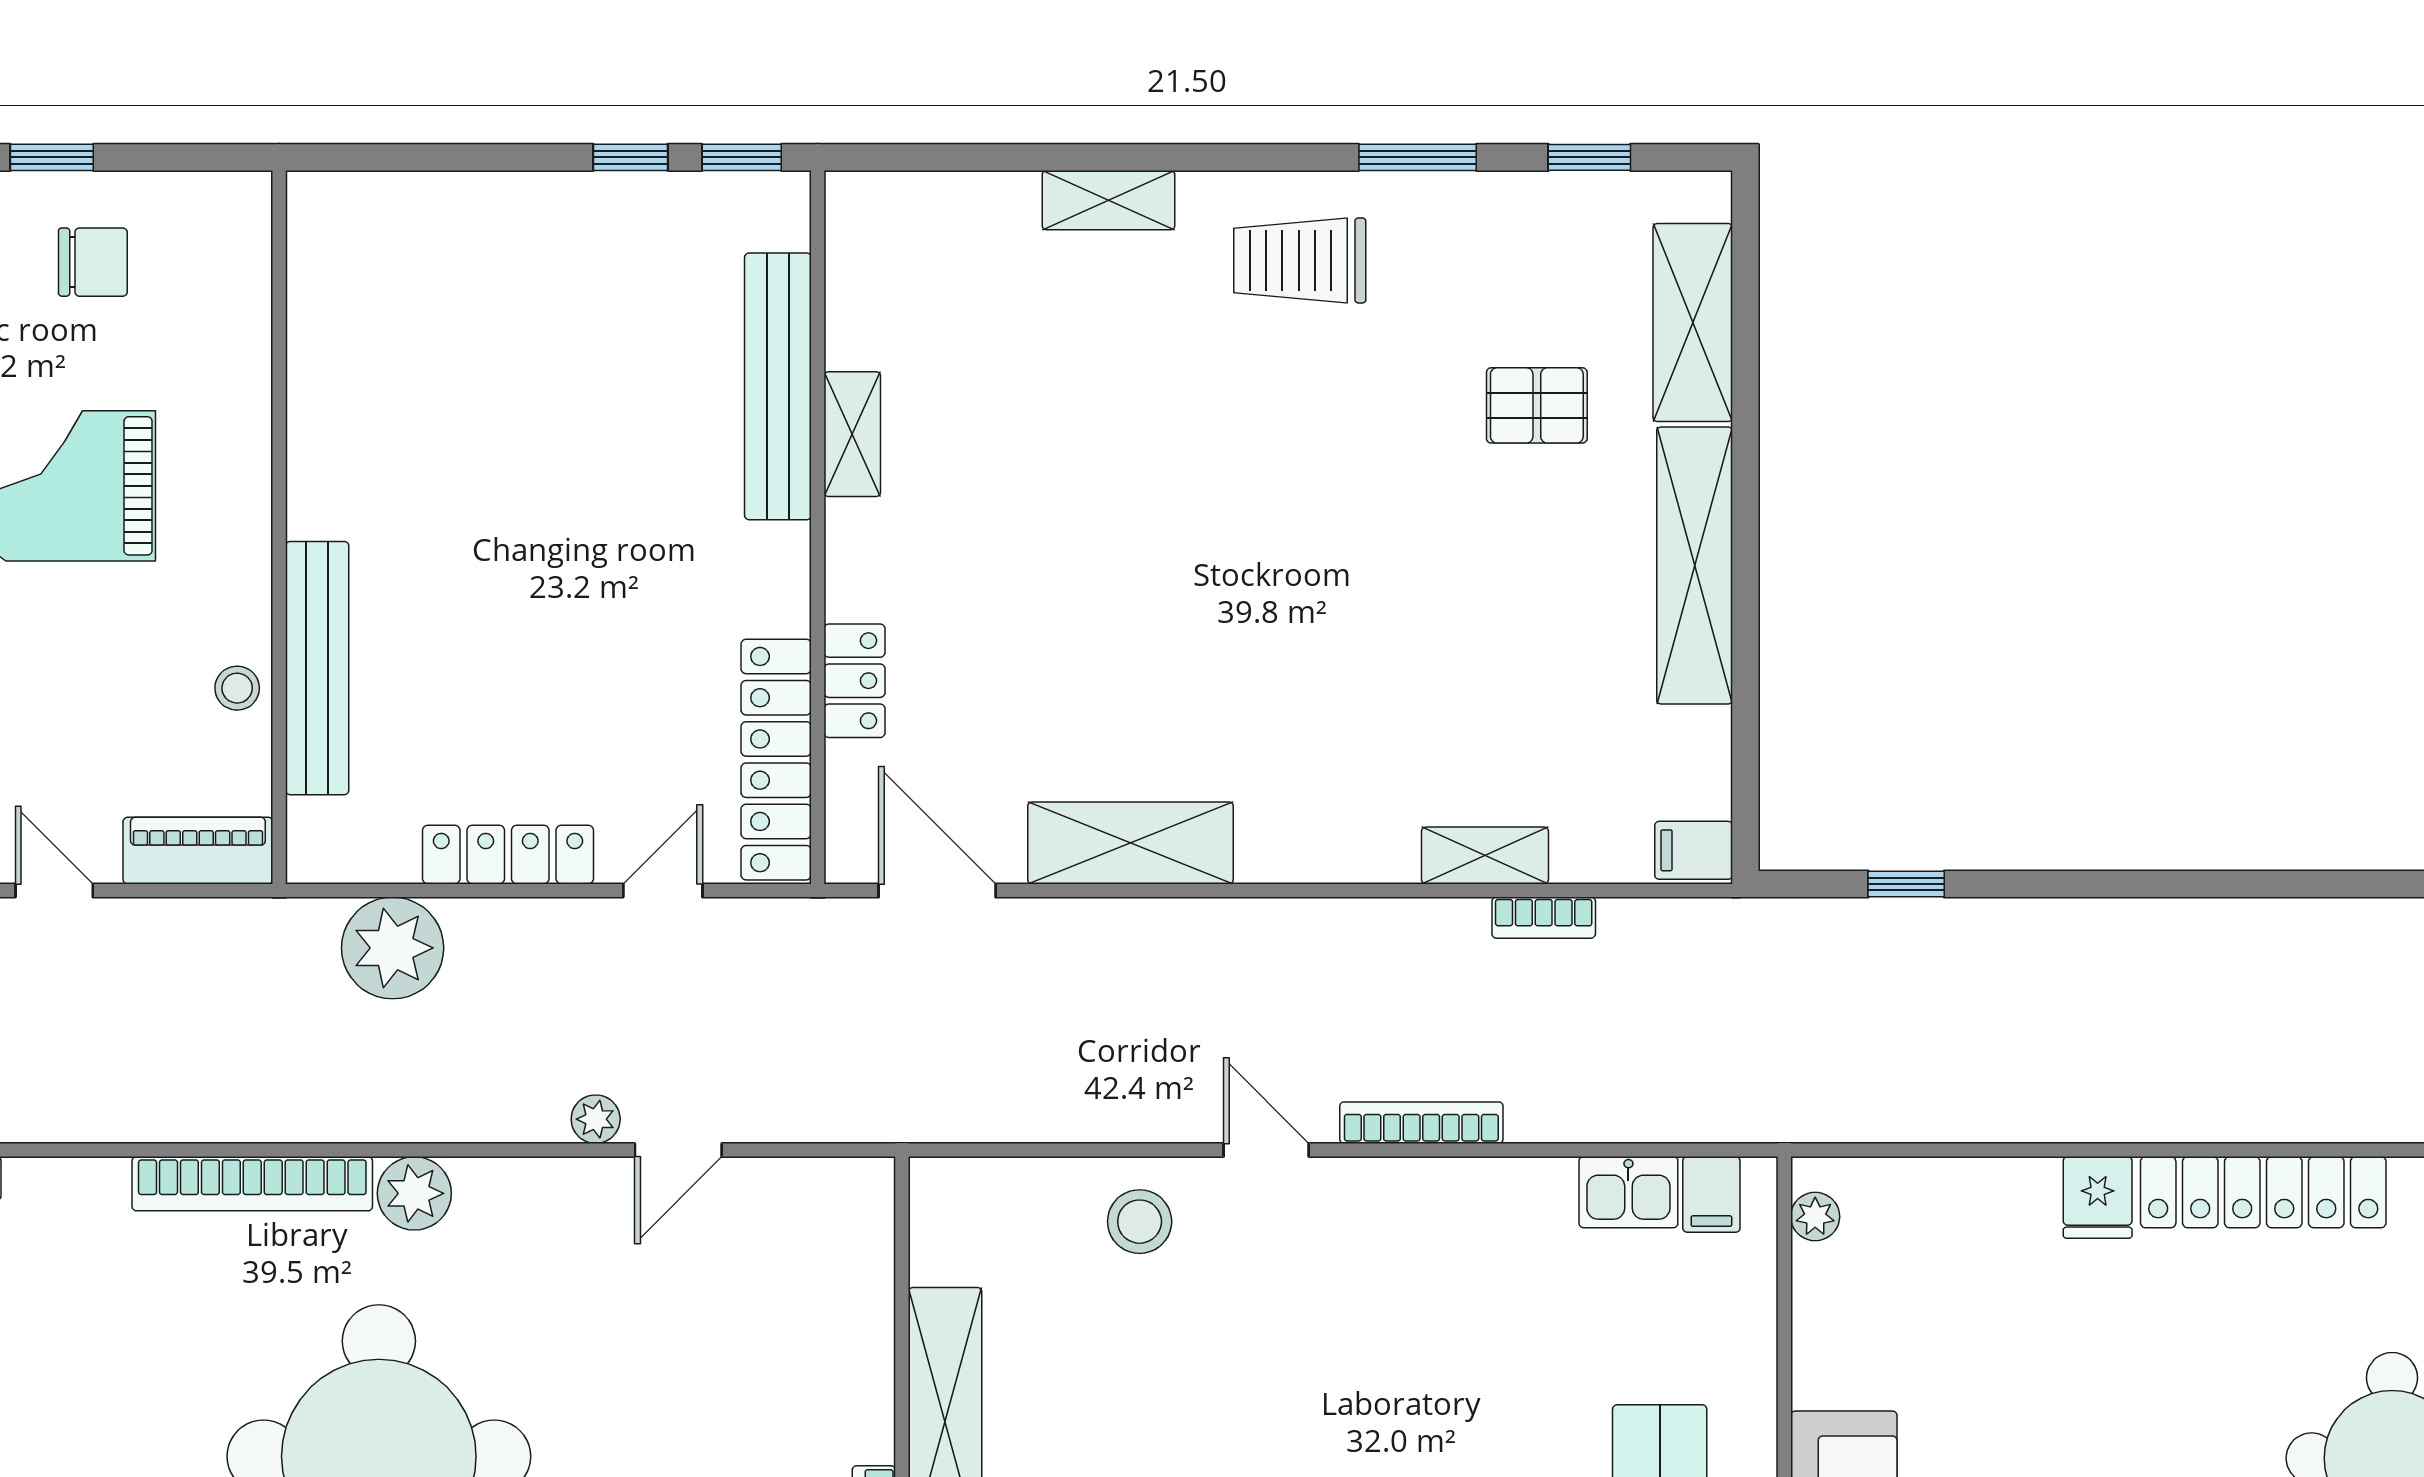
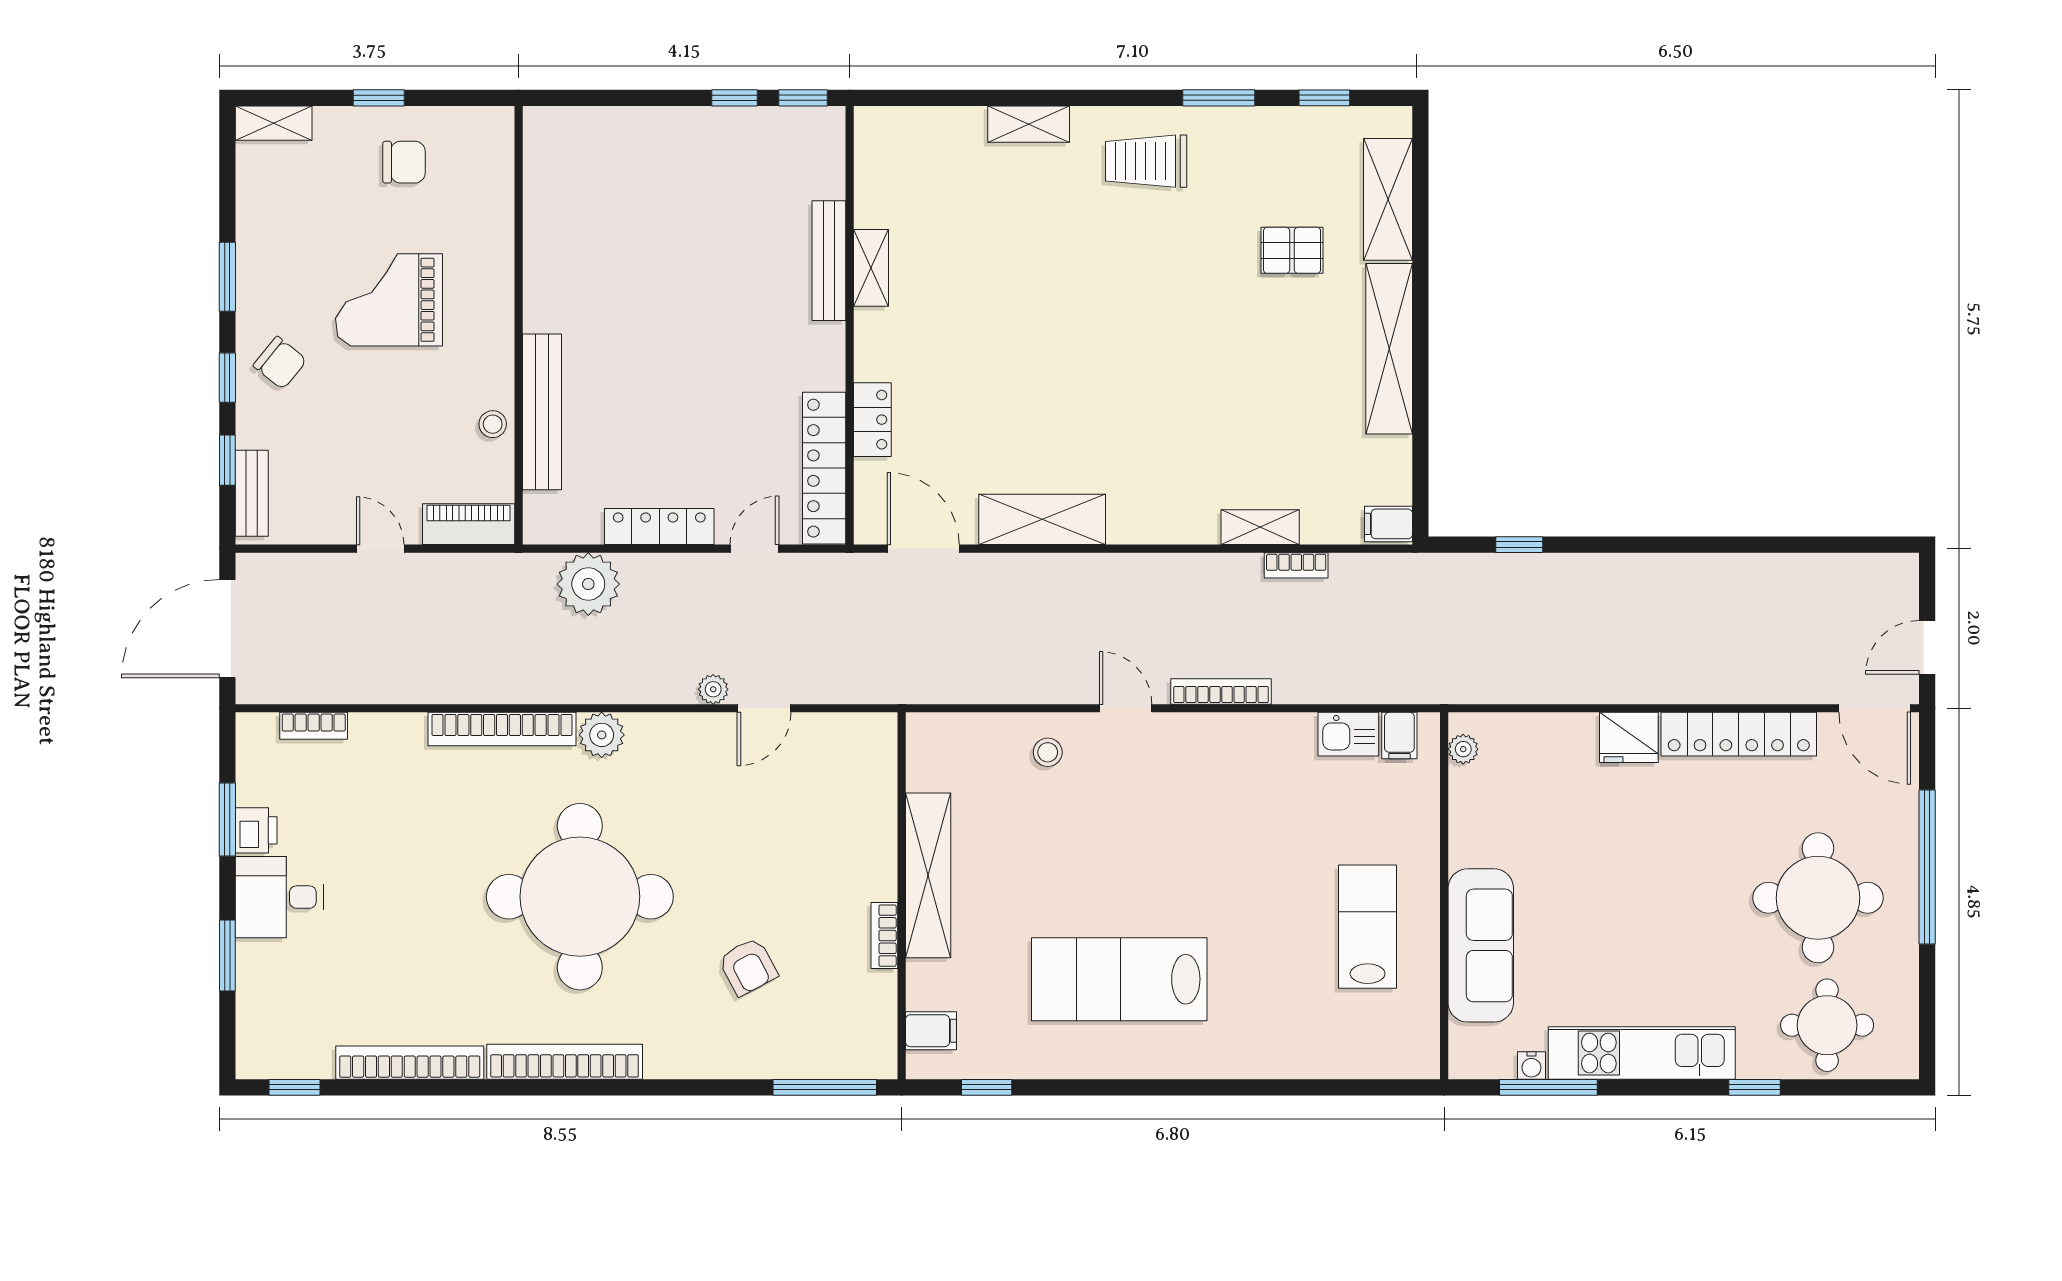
bench: (778, 386) -> (829, 261), width x0.73, depth x0.82
fridge: (2098, 1197) -> (1629, 737), width x1.38
stool: (1140, 1222) -> (1048, 752), width x0.73, depth x0.73

